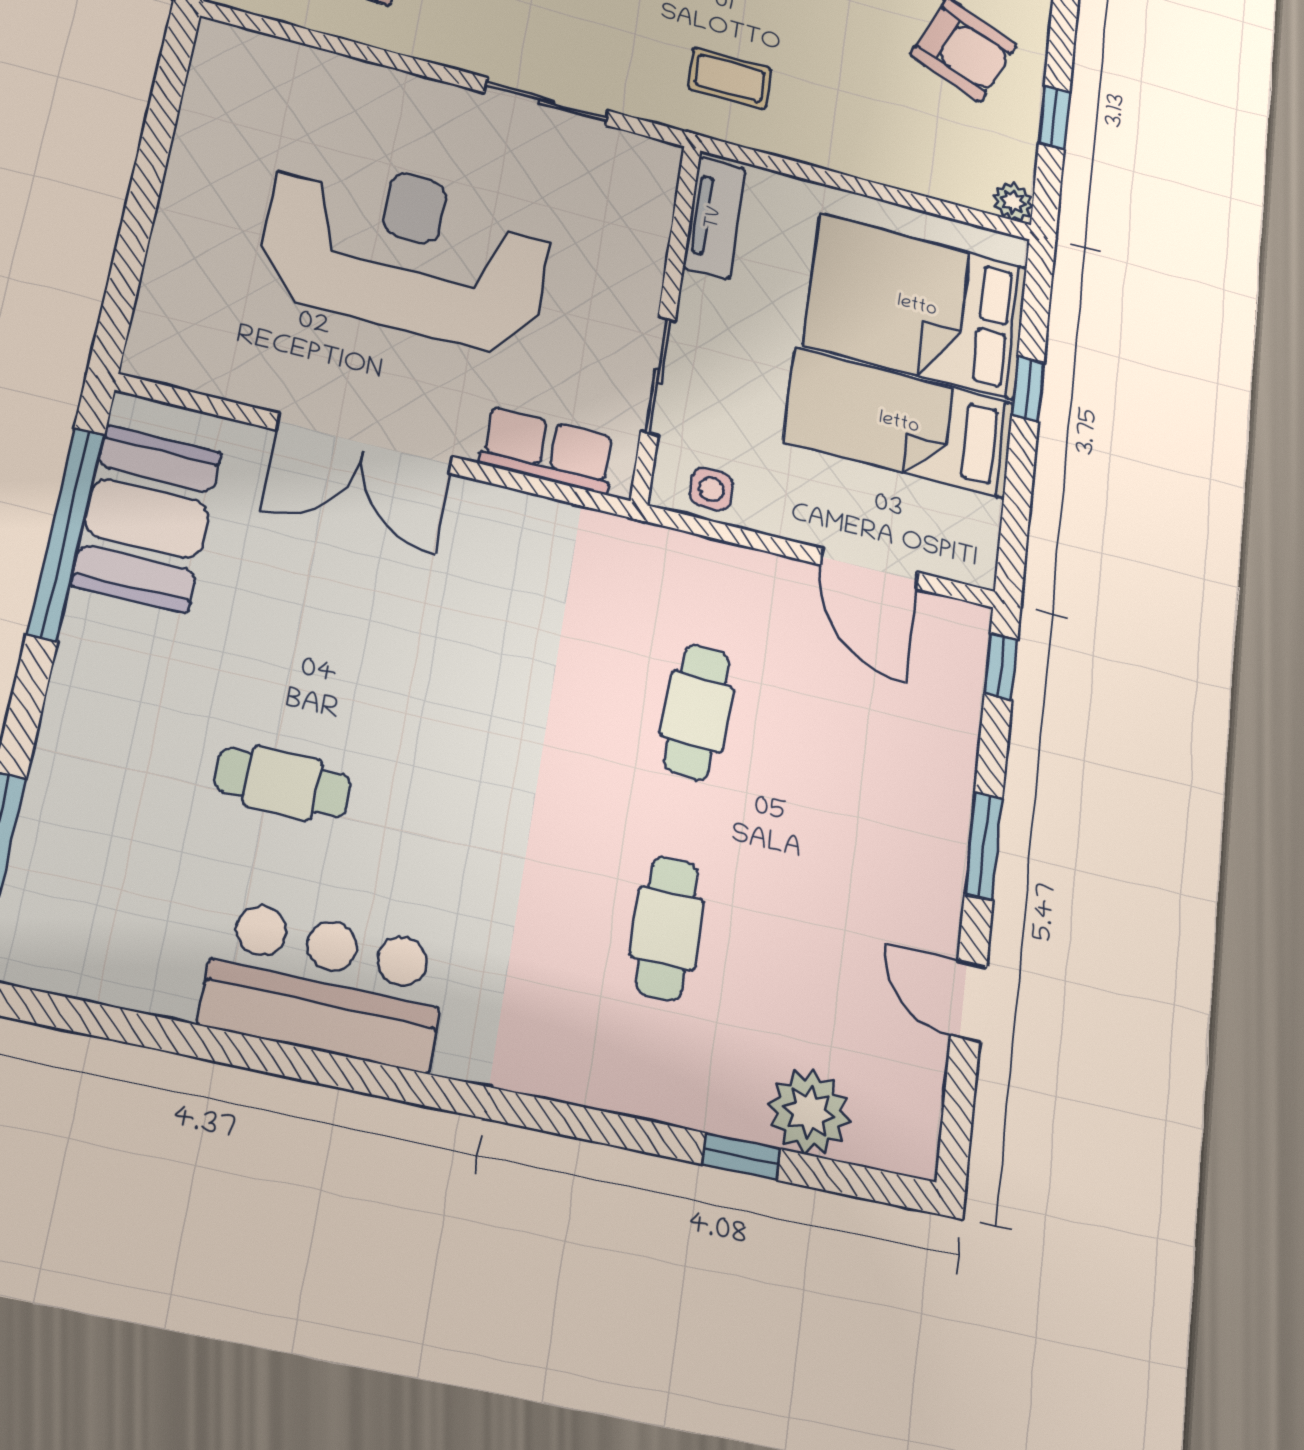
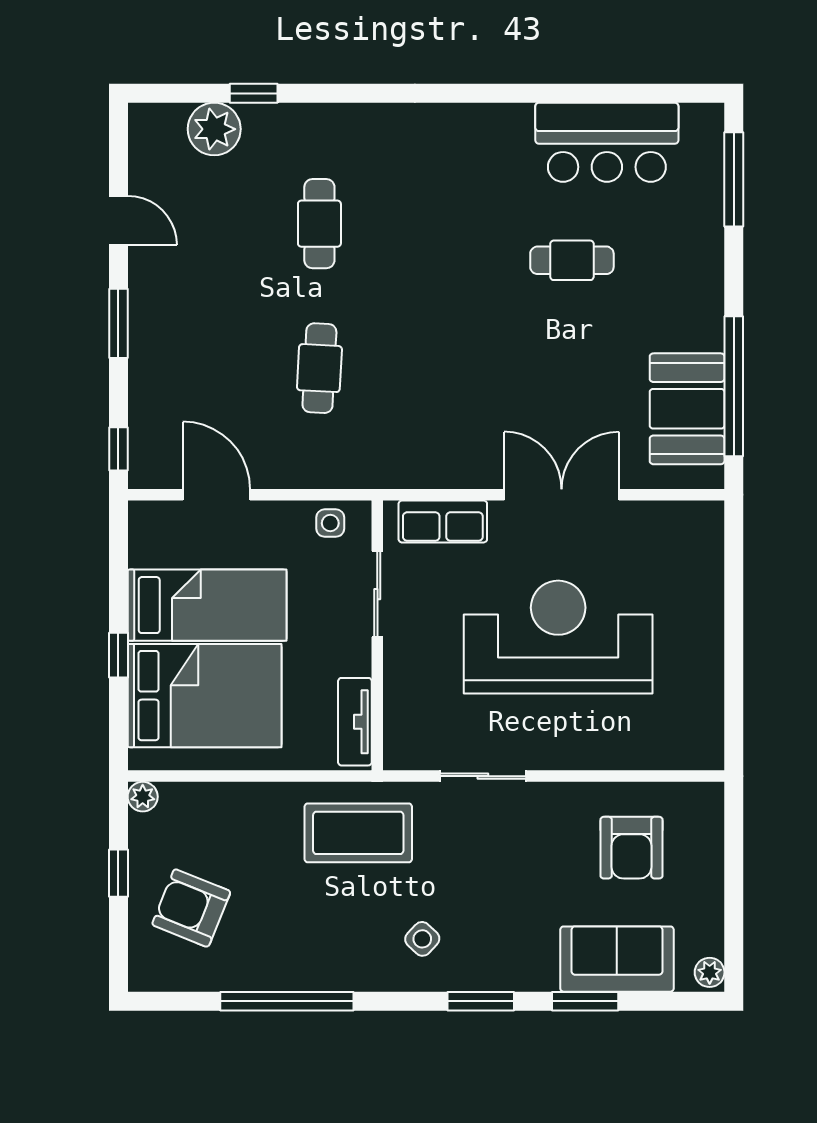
coffee table: (730, 78) -> (358, 833), width x1.86, depth x1.72
reception desk: (406, 251) -> (558, 637), turned 180
bar counter: (325, 985) -> (607, 142), moved

